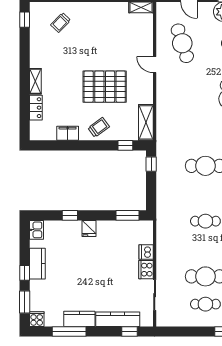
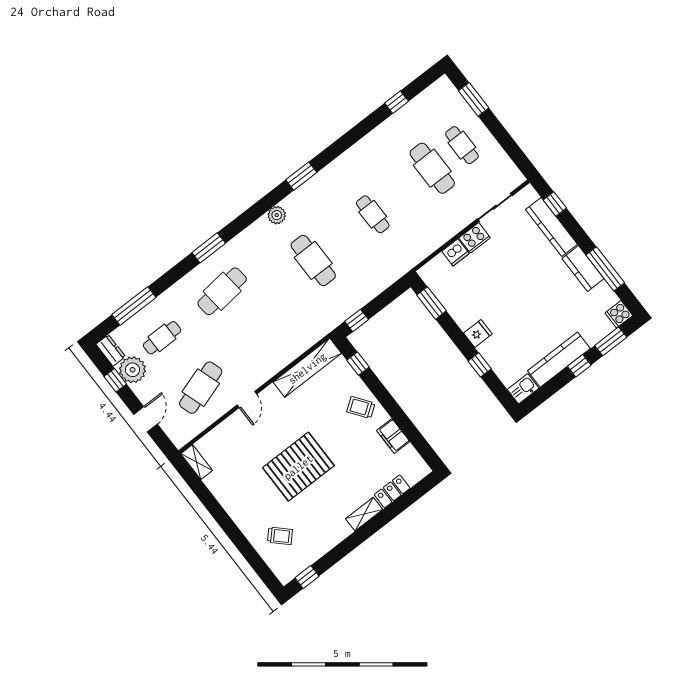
pallet: (105, 87) -> (298, 467), moved, turned 90
shelving: (146, 122) -> (307, 368), width x1.47
kitchen counter: (37, 264) -> (559, 360), width x1.50

